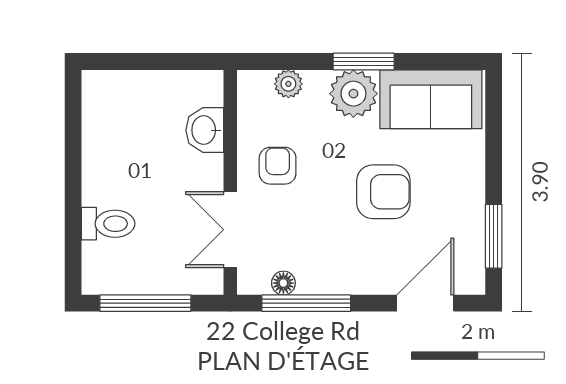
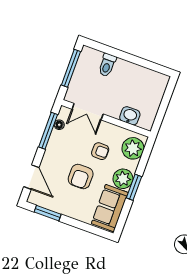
plant: (288, 84) -> (133, 148), width x1.88, depth x1.88
armchair: (278, 166) -> (100, 151), moved
double door: (230, 230) -> (88, 112), swing flipped

